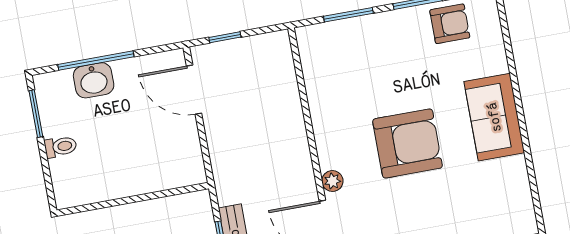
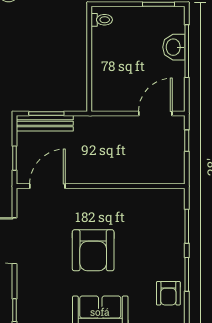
toilet: (60, 147) -> (102, 20), moved, turned -90
plant: (332, 181) -> (77, 195), removed

